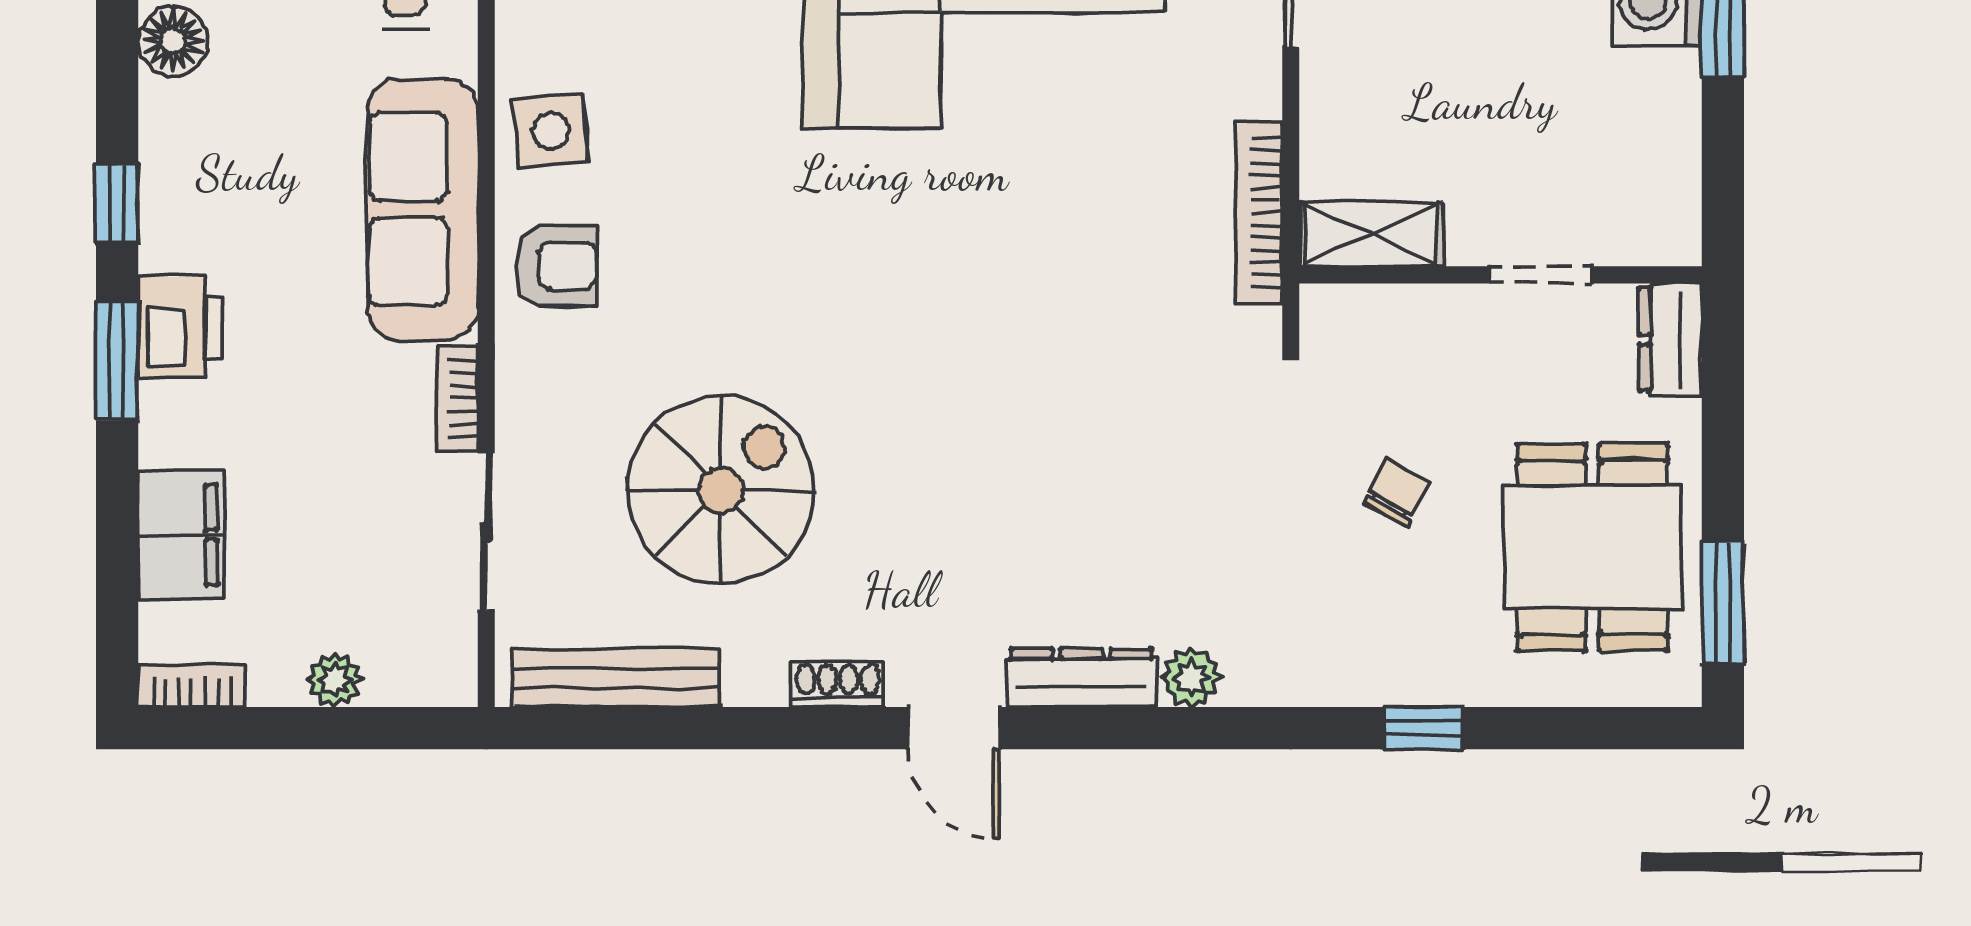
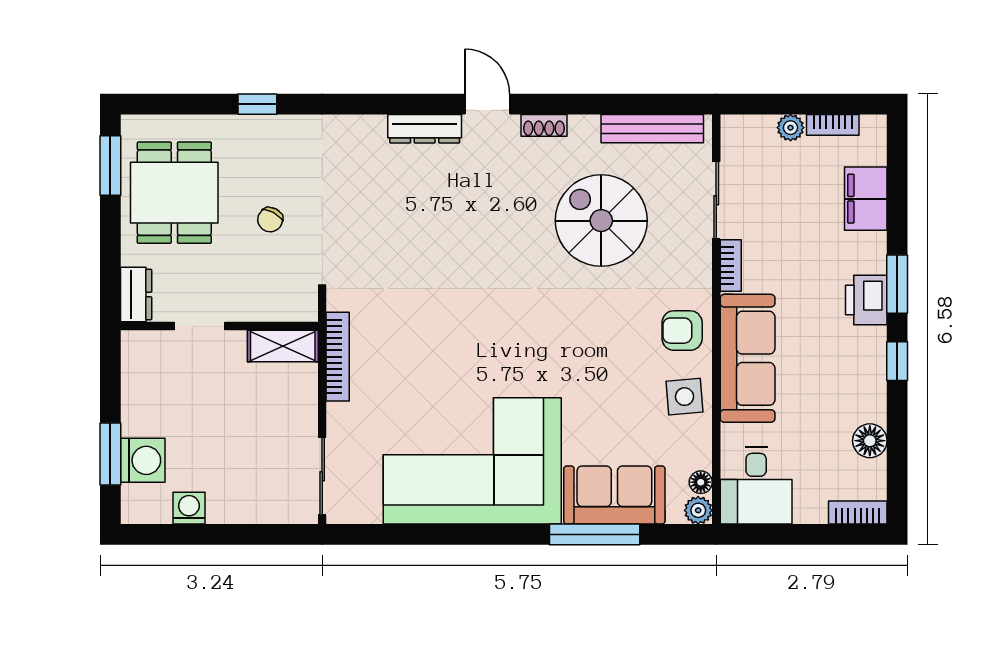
spiral stairs: (721, 490) -> (601, 221), turned 90
plant: (1192, 678) -> (371, 129), removed
bookcase: (192, 686) -> (833, 125), moved

